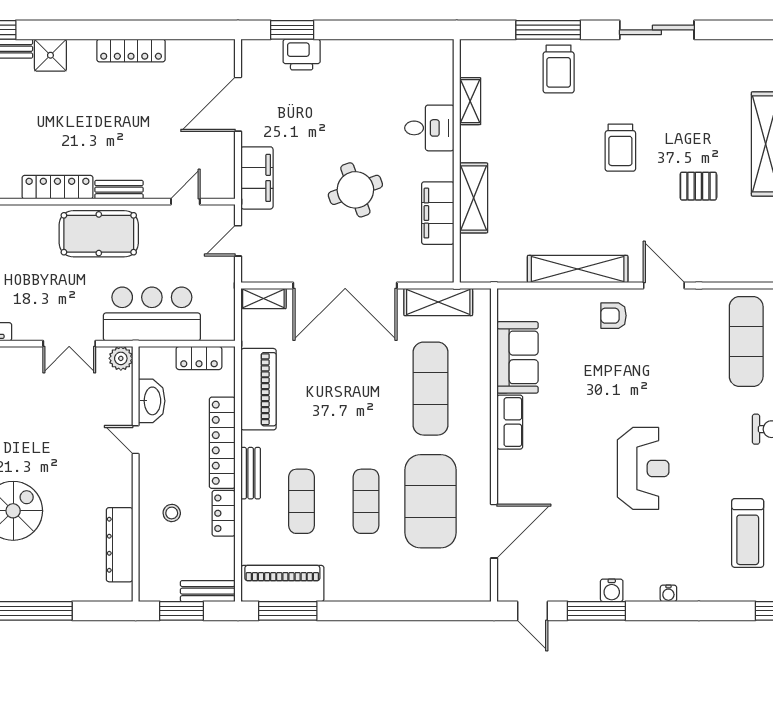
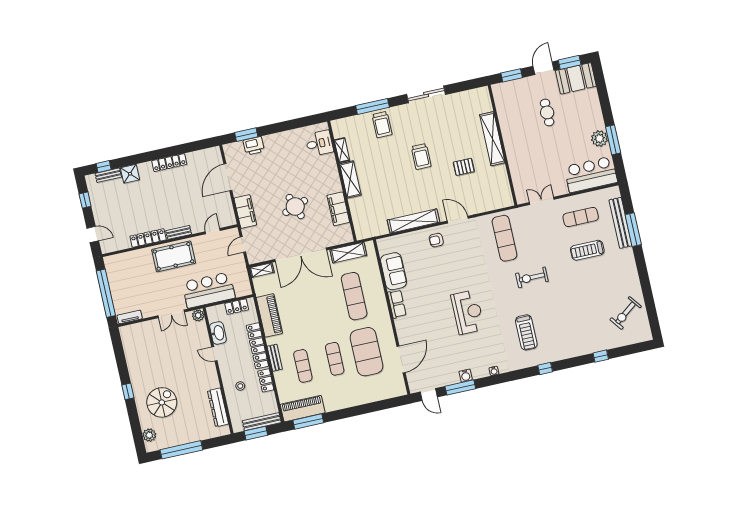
desk: (429, 128) -> (319, 143), moved
shelving: (474, 198) -> (350, 179), moved
bench: (208, 591) -> (262, 422), width x1.36

